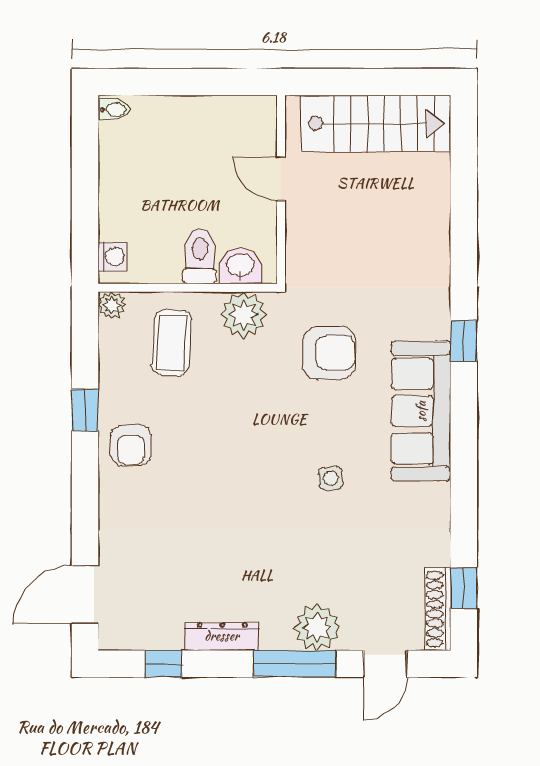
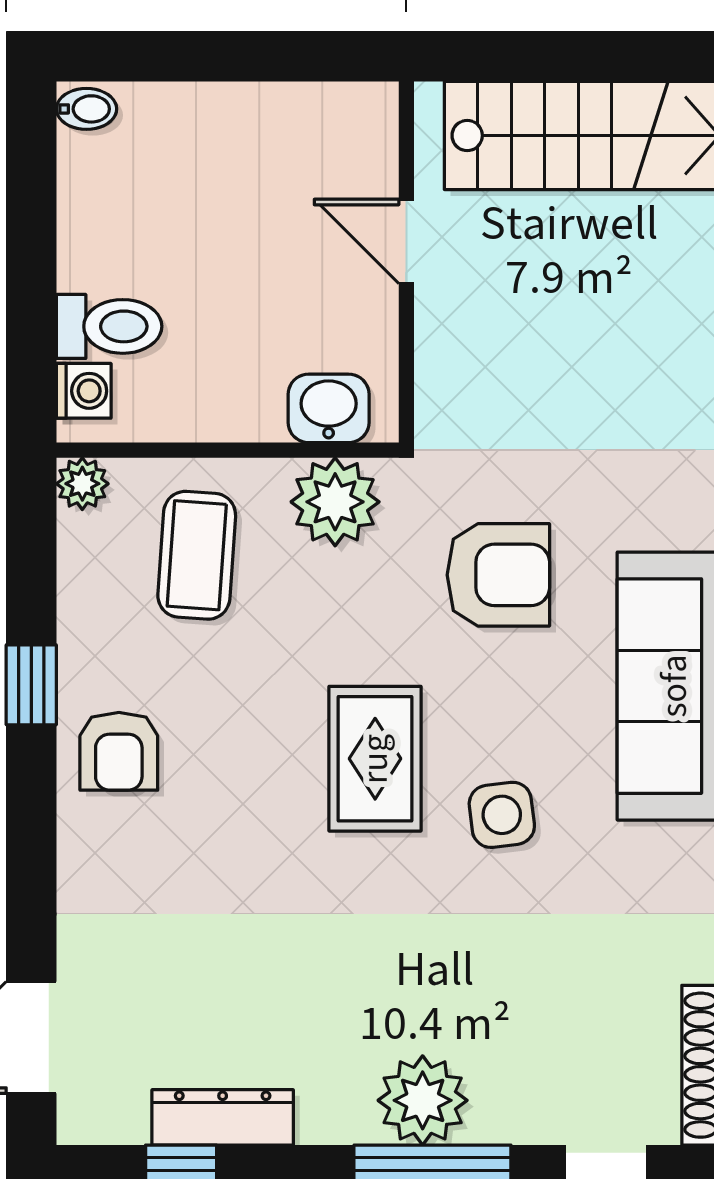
toilet: (200, 256) -> (109, 326), moved, turned 90
rug: (265, 449) -> (375, 759), added
side table: (331, 478) -> (502, 815), width x1.37, depth x1.37
plant: (317, 627) -> (423, 1100), moved
dresser: (222, 636) -> (223, 1117), moved

